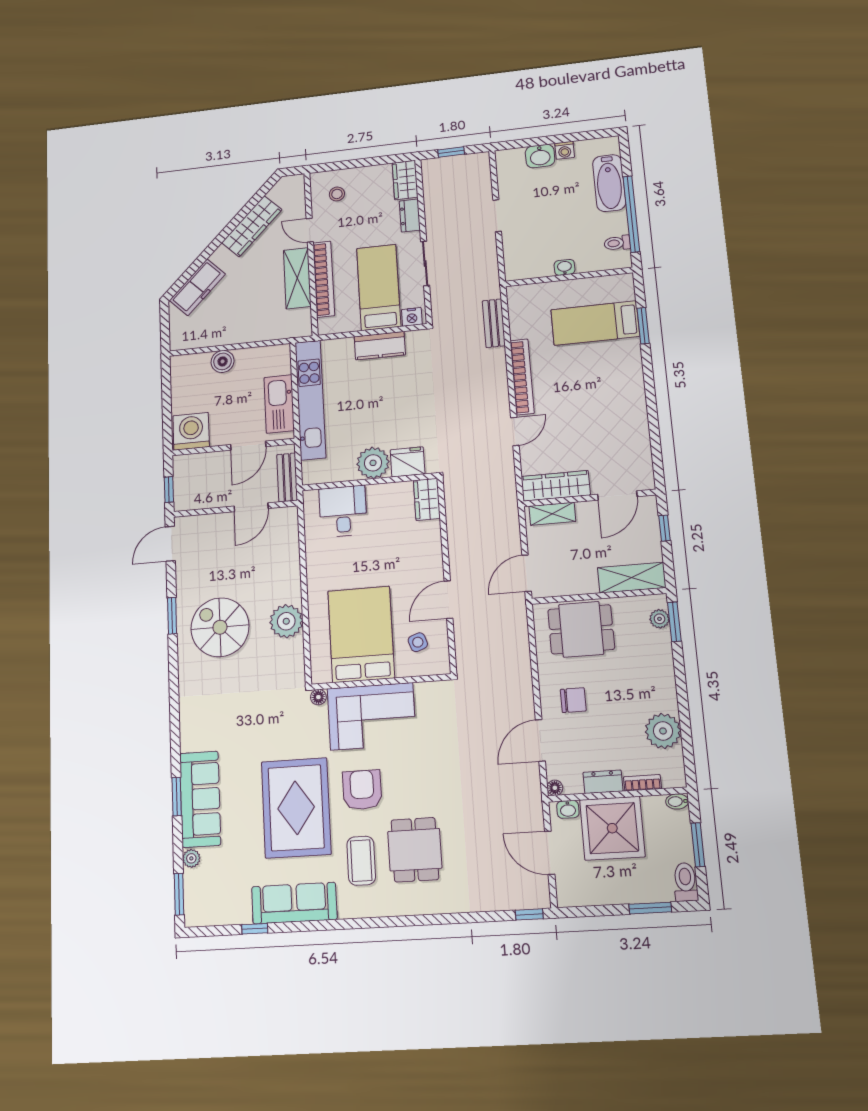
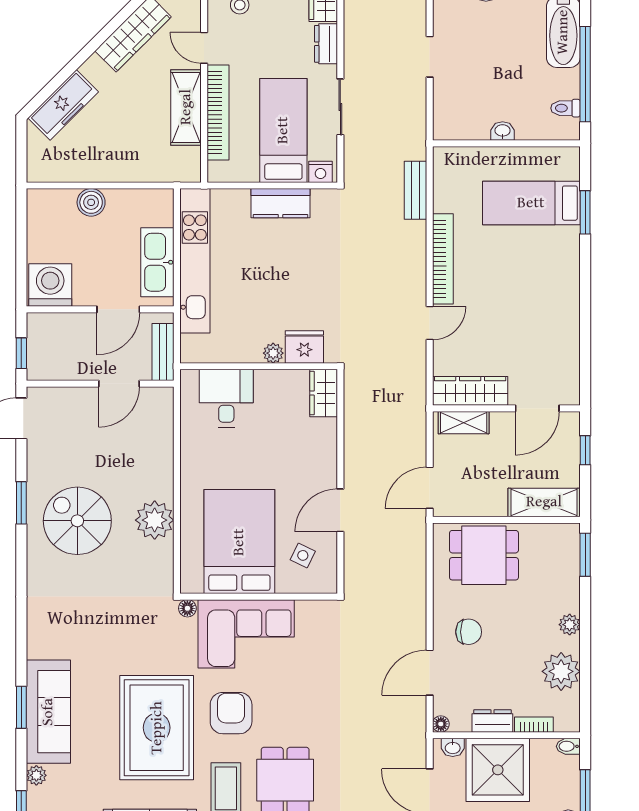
plant: (373, 463) -> (273, 353), width x0.53, depth x0.53
plant: (659, 619) -> (570, 625), moved
side table: (418, 642) -> (303, 555), turned 45

